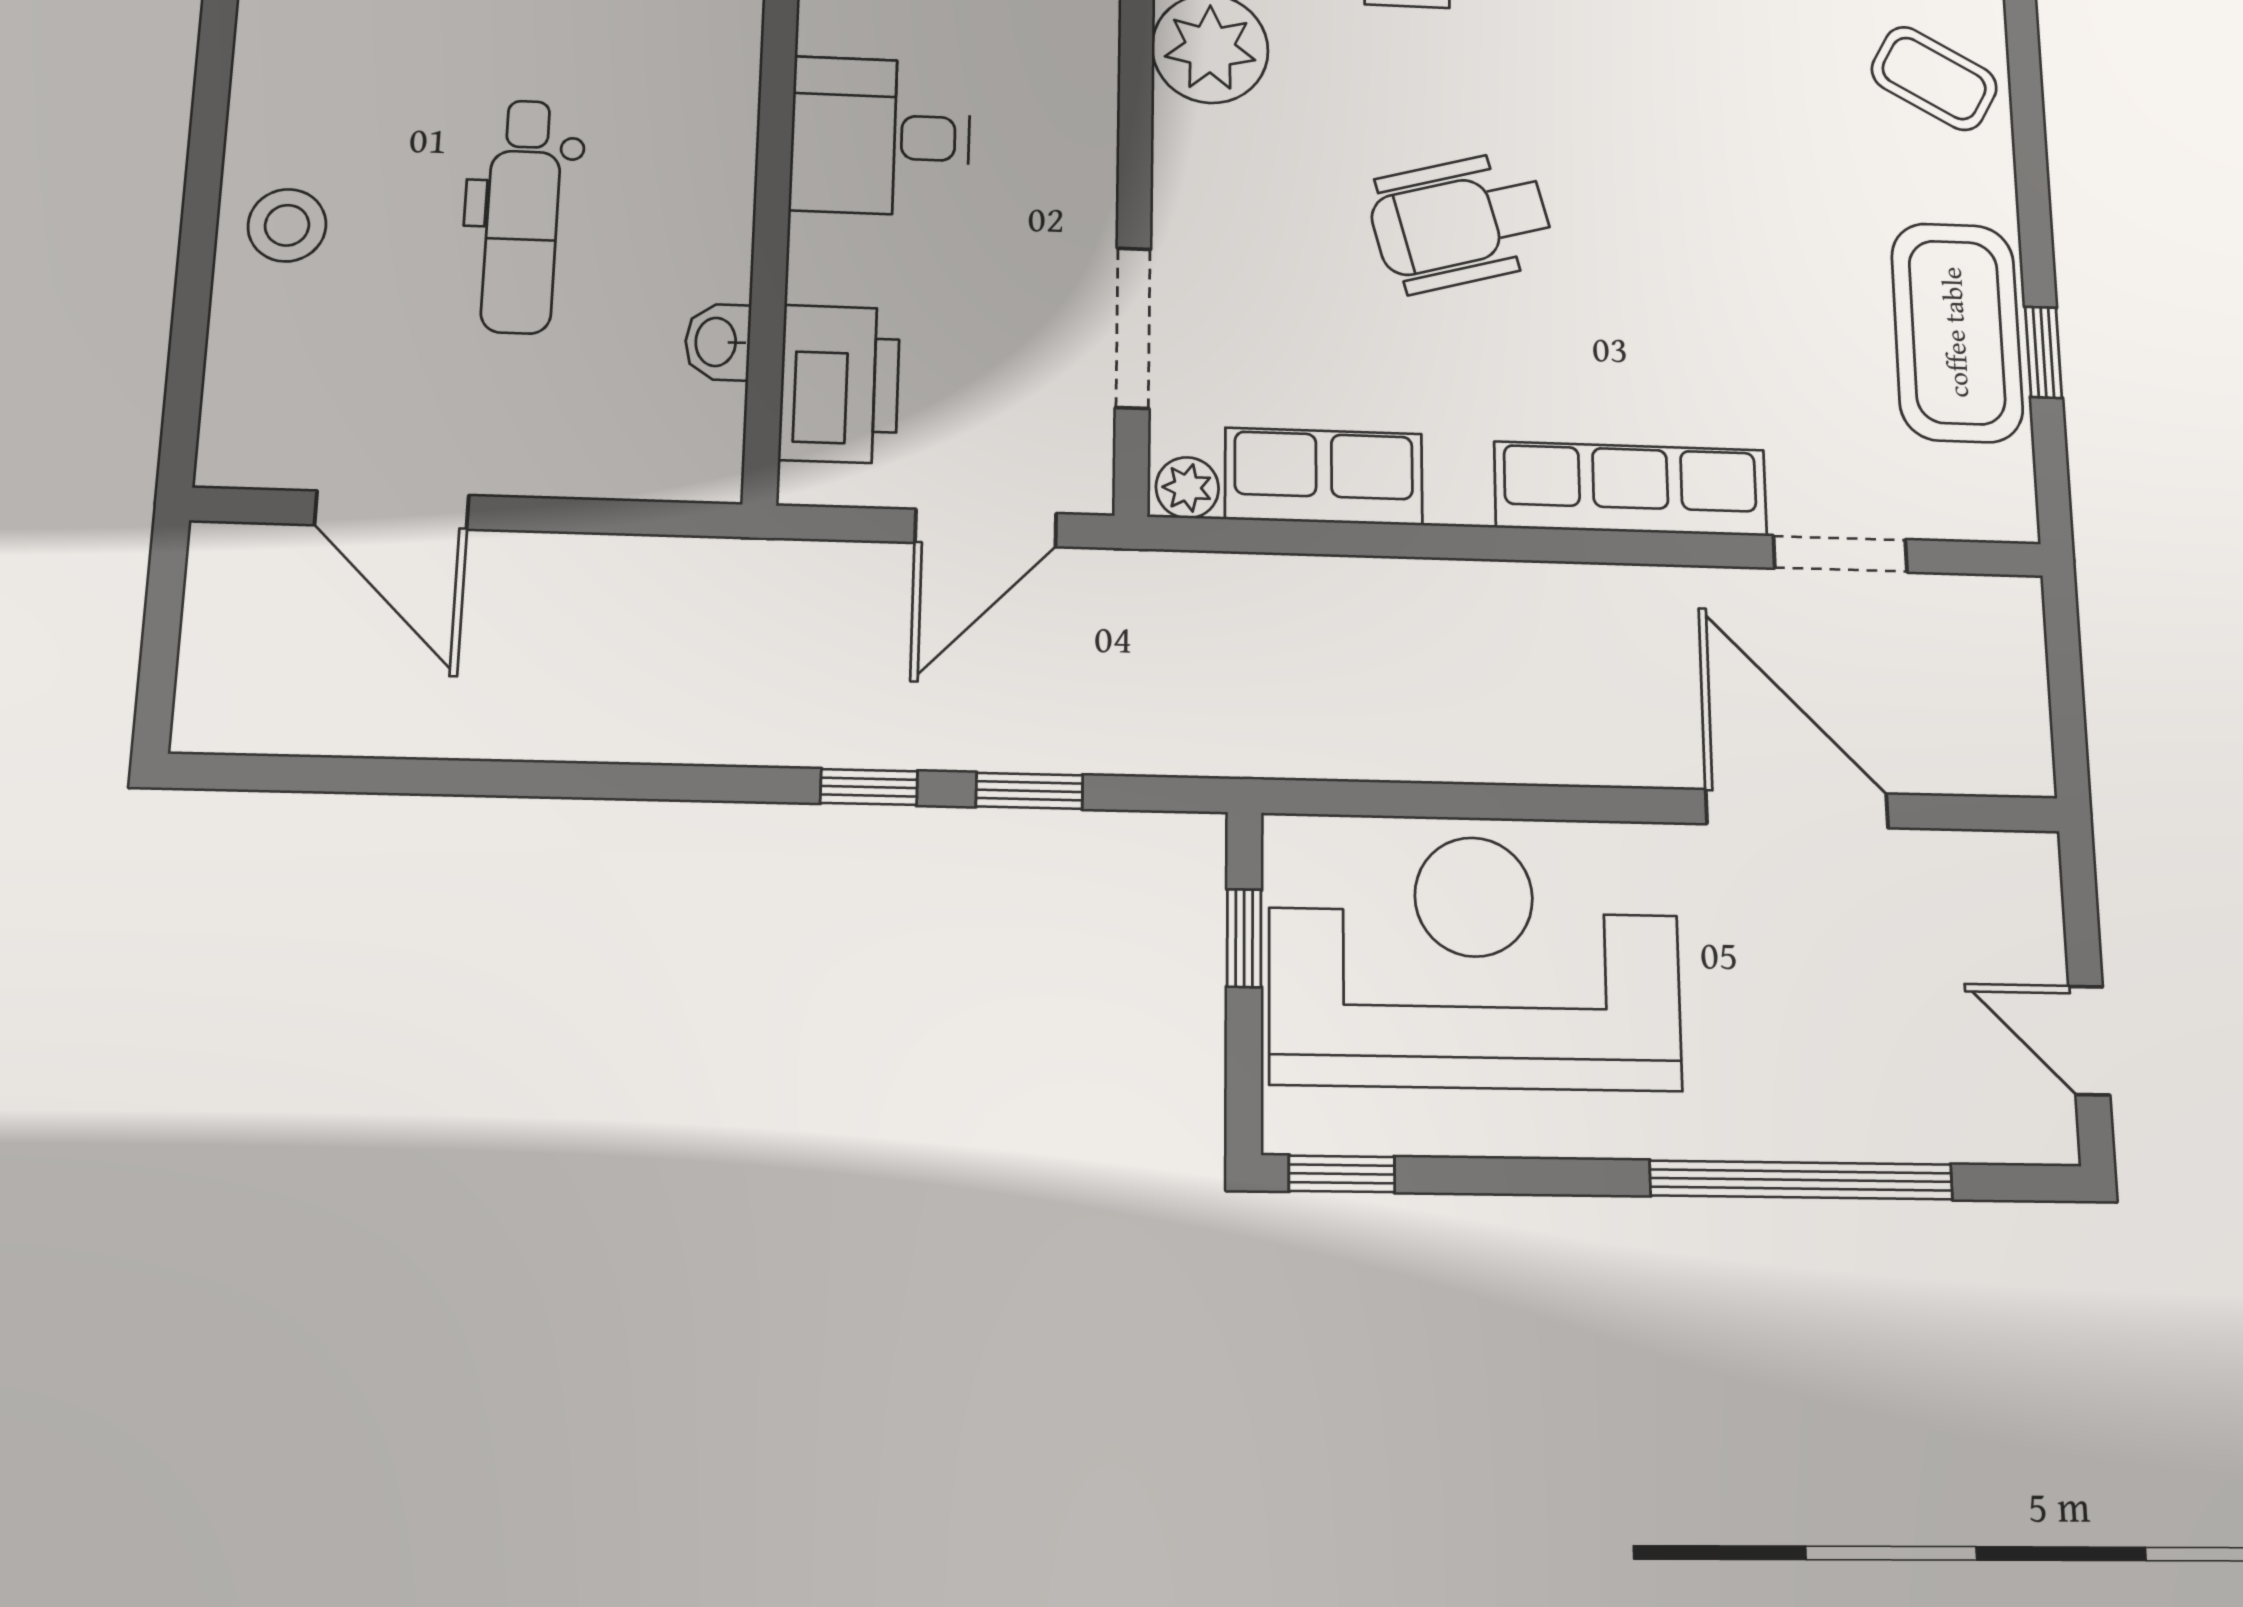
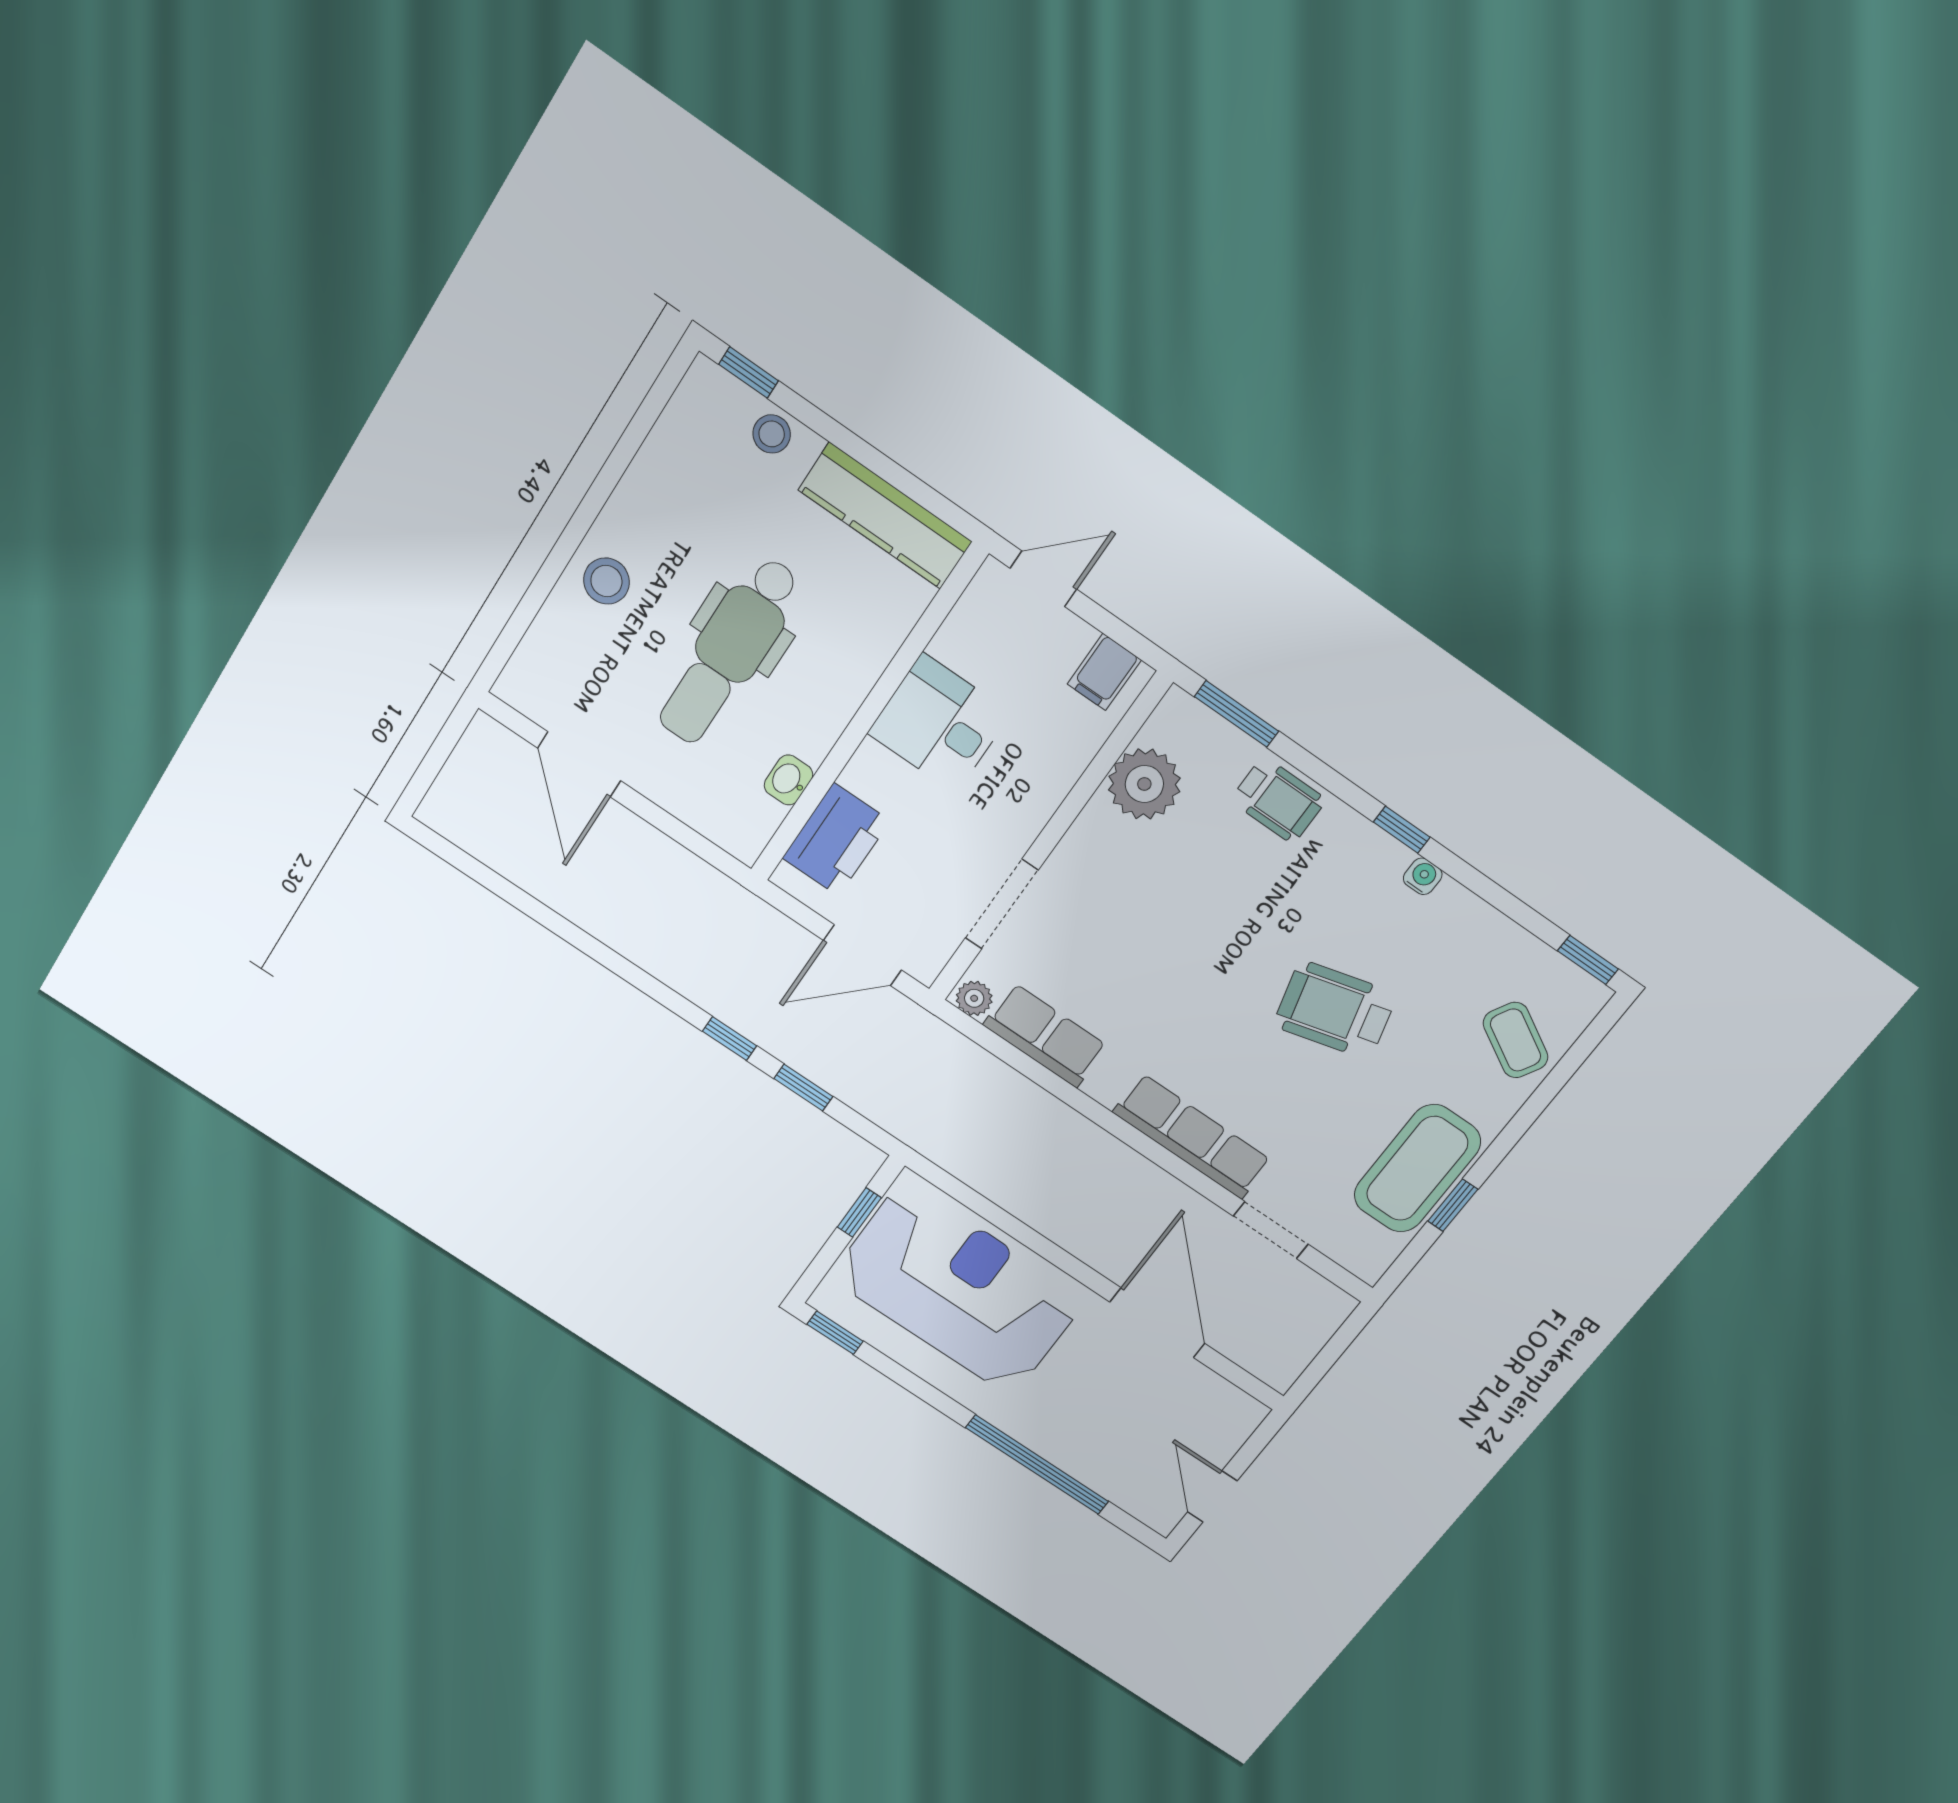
dental chair: (522, 216) -> (729, 651), width x1.36, depth x1.38
wheelchair: (1460, 222) -> (1335, 1010), moved

